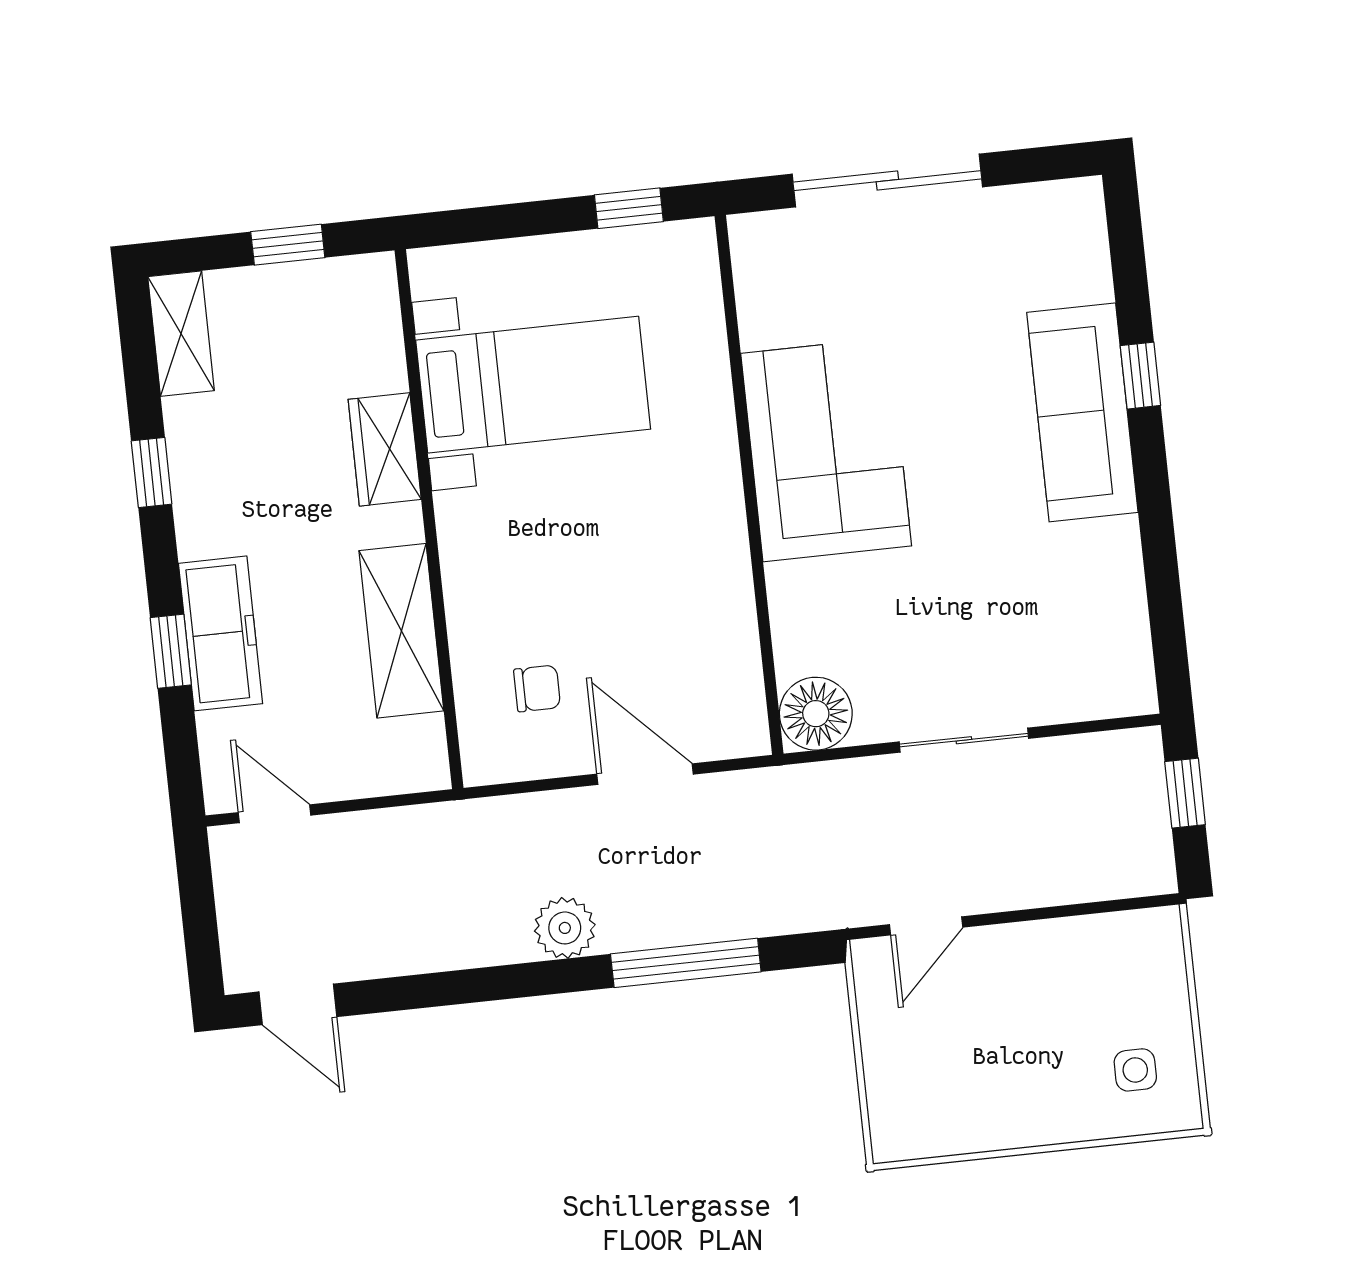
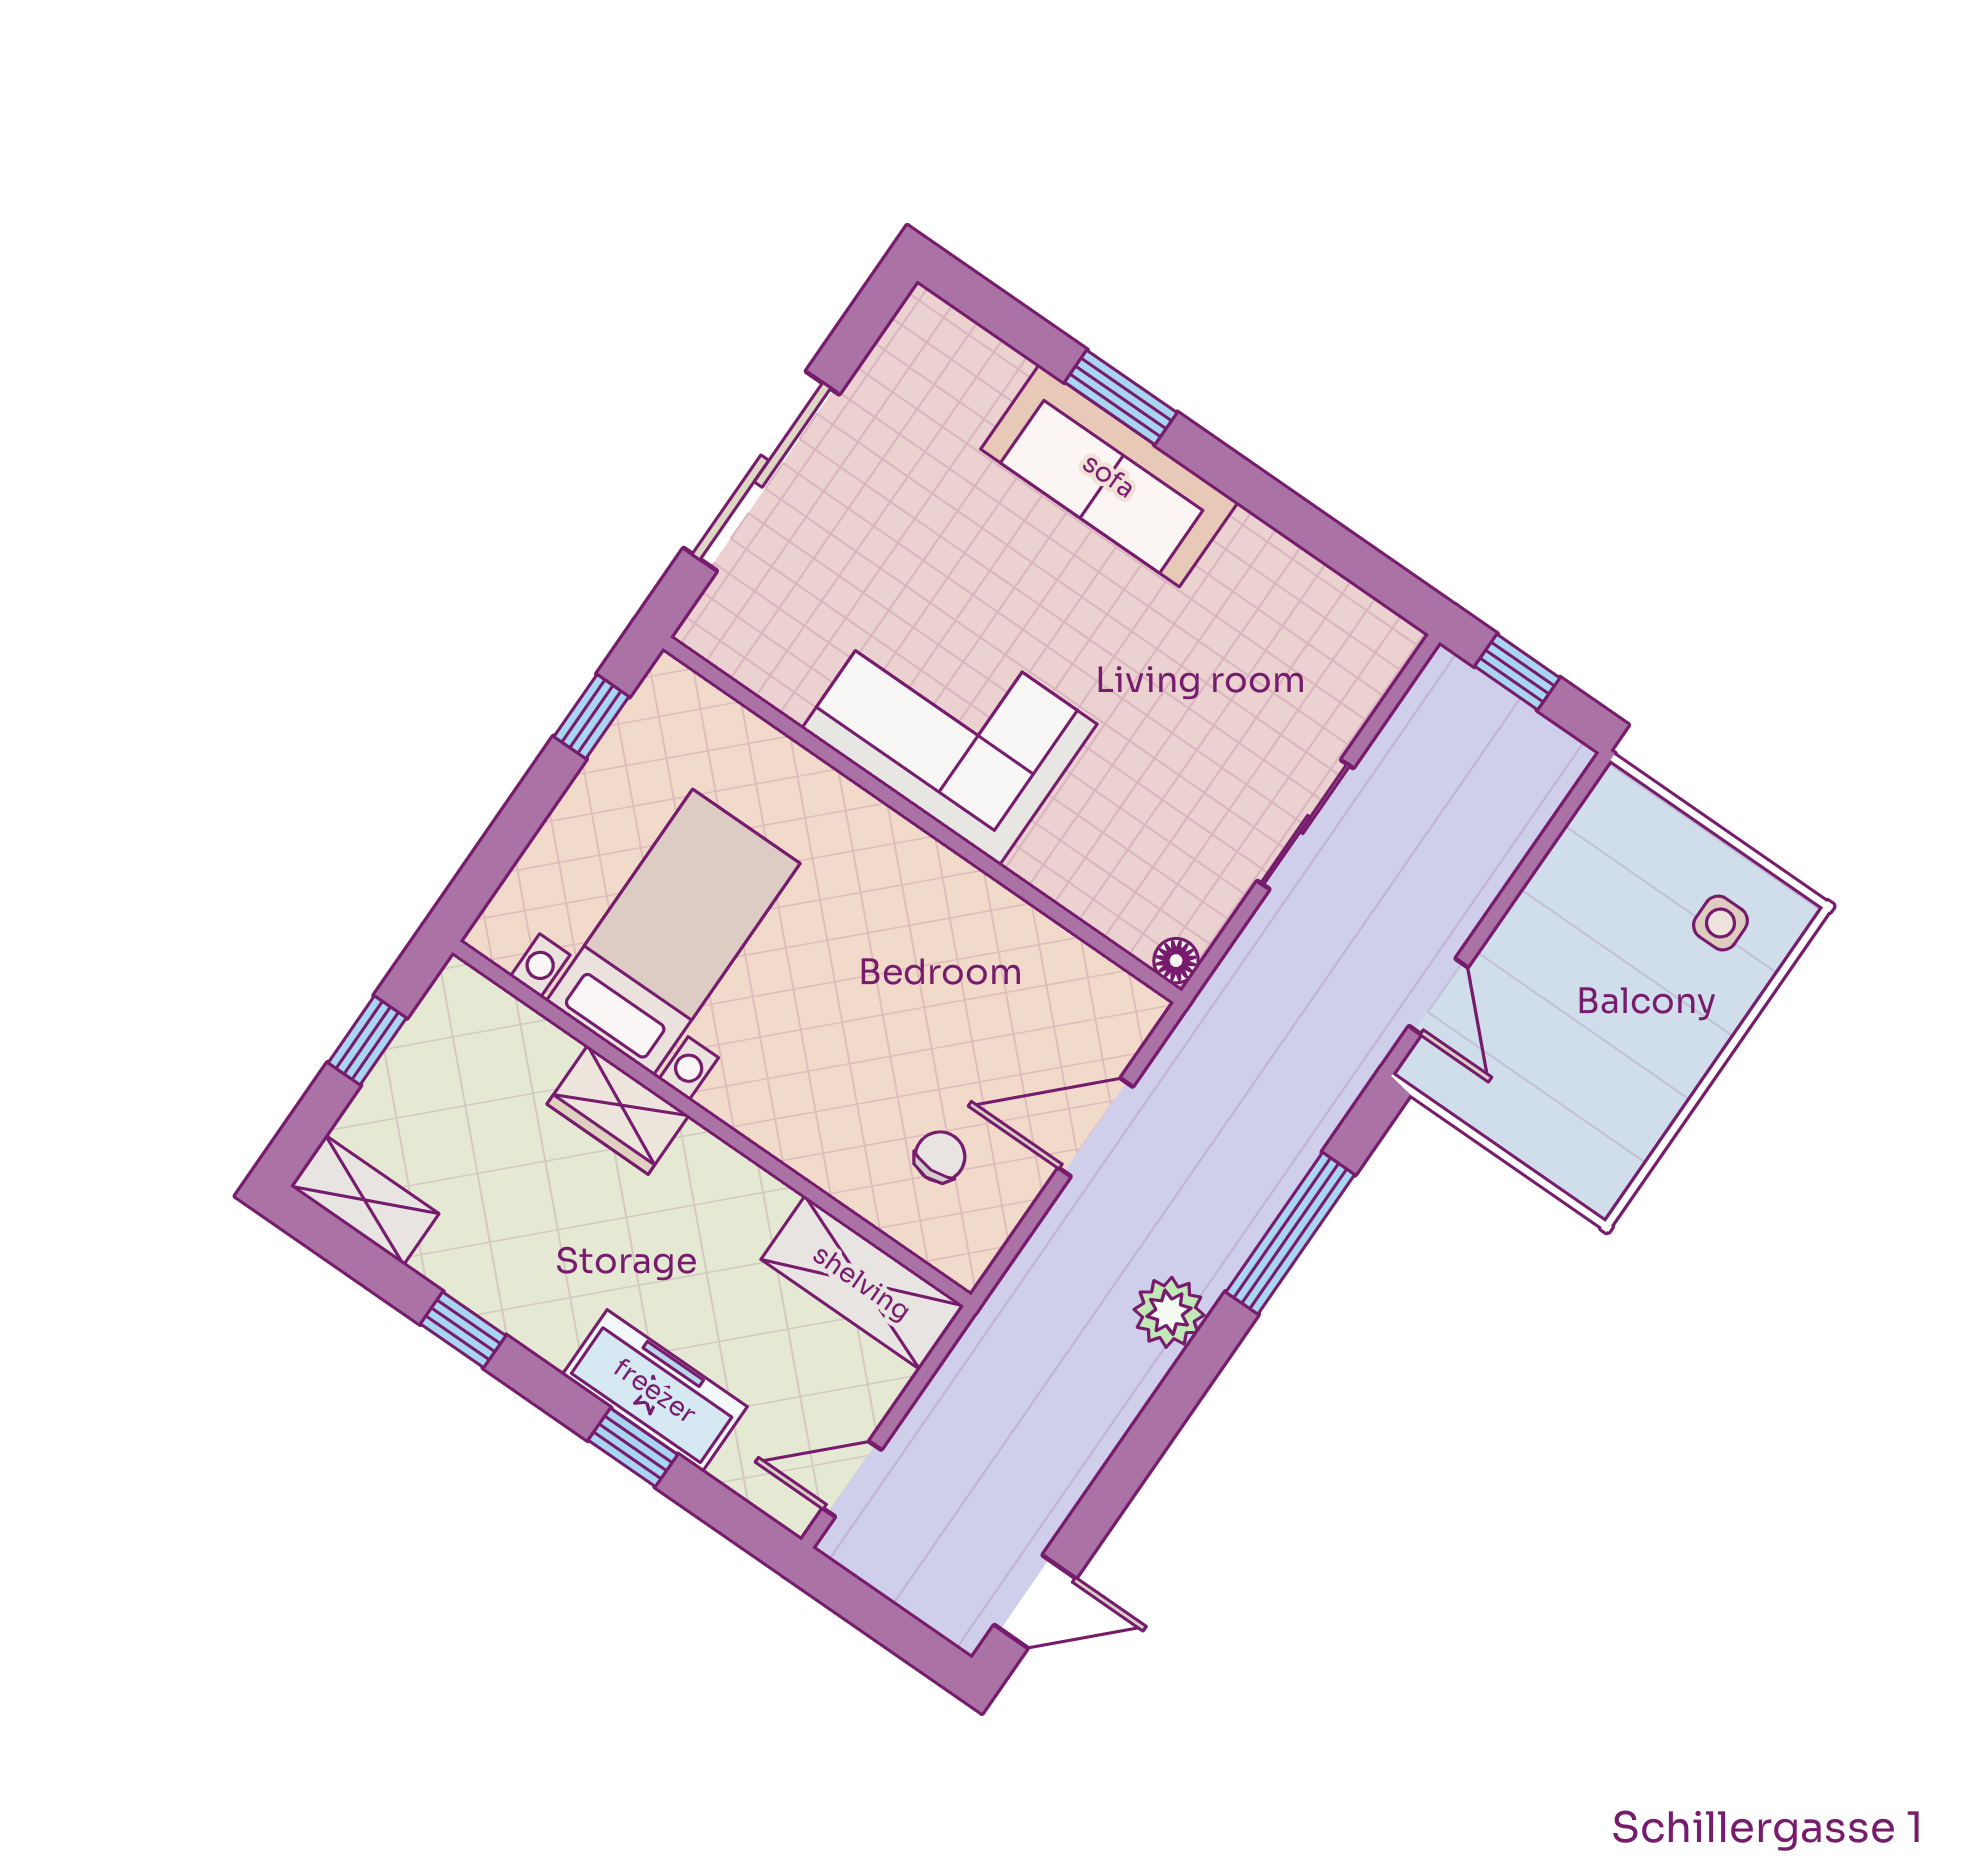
window: (1140, 376) -> (1121, 397), width x1.50
shelving: (401, 631) -> (862, 1283), moved
floor lamp: (816, 714) -> (1176, 961), width x0.53, depth x0.53

